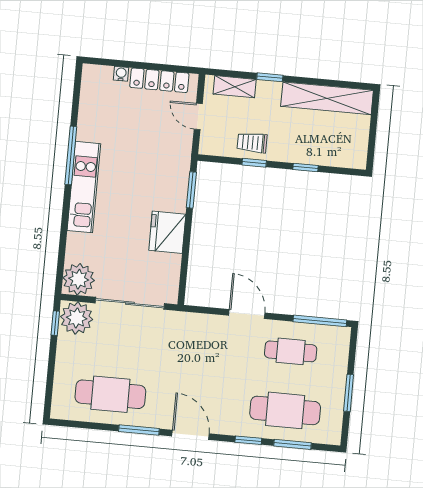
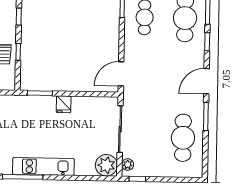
fridge: (167, 232) -> (64, 104), width x0.53, depth x0.75
door: (247, 314) -> (121, 74), moved
plant: (77, 318) -> (128, 165), width x0.53, depth x0.53

